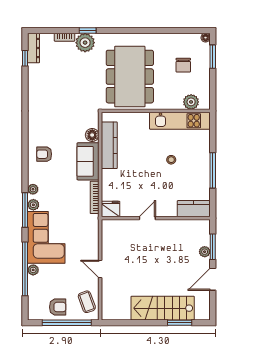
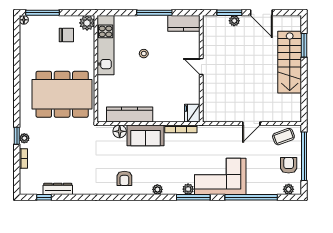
plant: (85, 43) -> (24, 138), width x0.53, depth x0.53
dresser: (34, 48) -> (58, 189), moved
window: (213, 57) -> (43, 13), width x1.44
chair: (183, 65) -> (66, 35), moved
plant: (191, 102) -> (87, 23), moved
armchair: (44, 154) -> (124, 178), moved
plant: (33, 189) -> (157, 189), moved
kitchen counter: (194, 209) -> (184, 23), moved, turned -90
door: (147, 218) -> (201, 66), moved
plant: (33, 270) -> (289, 189), moved

